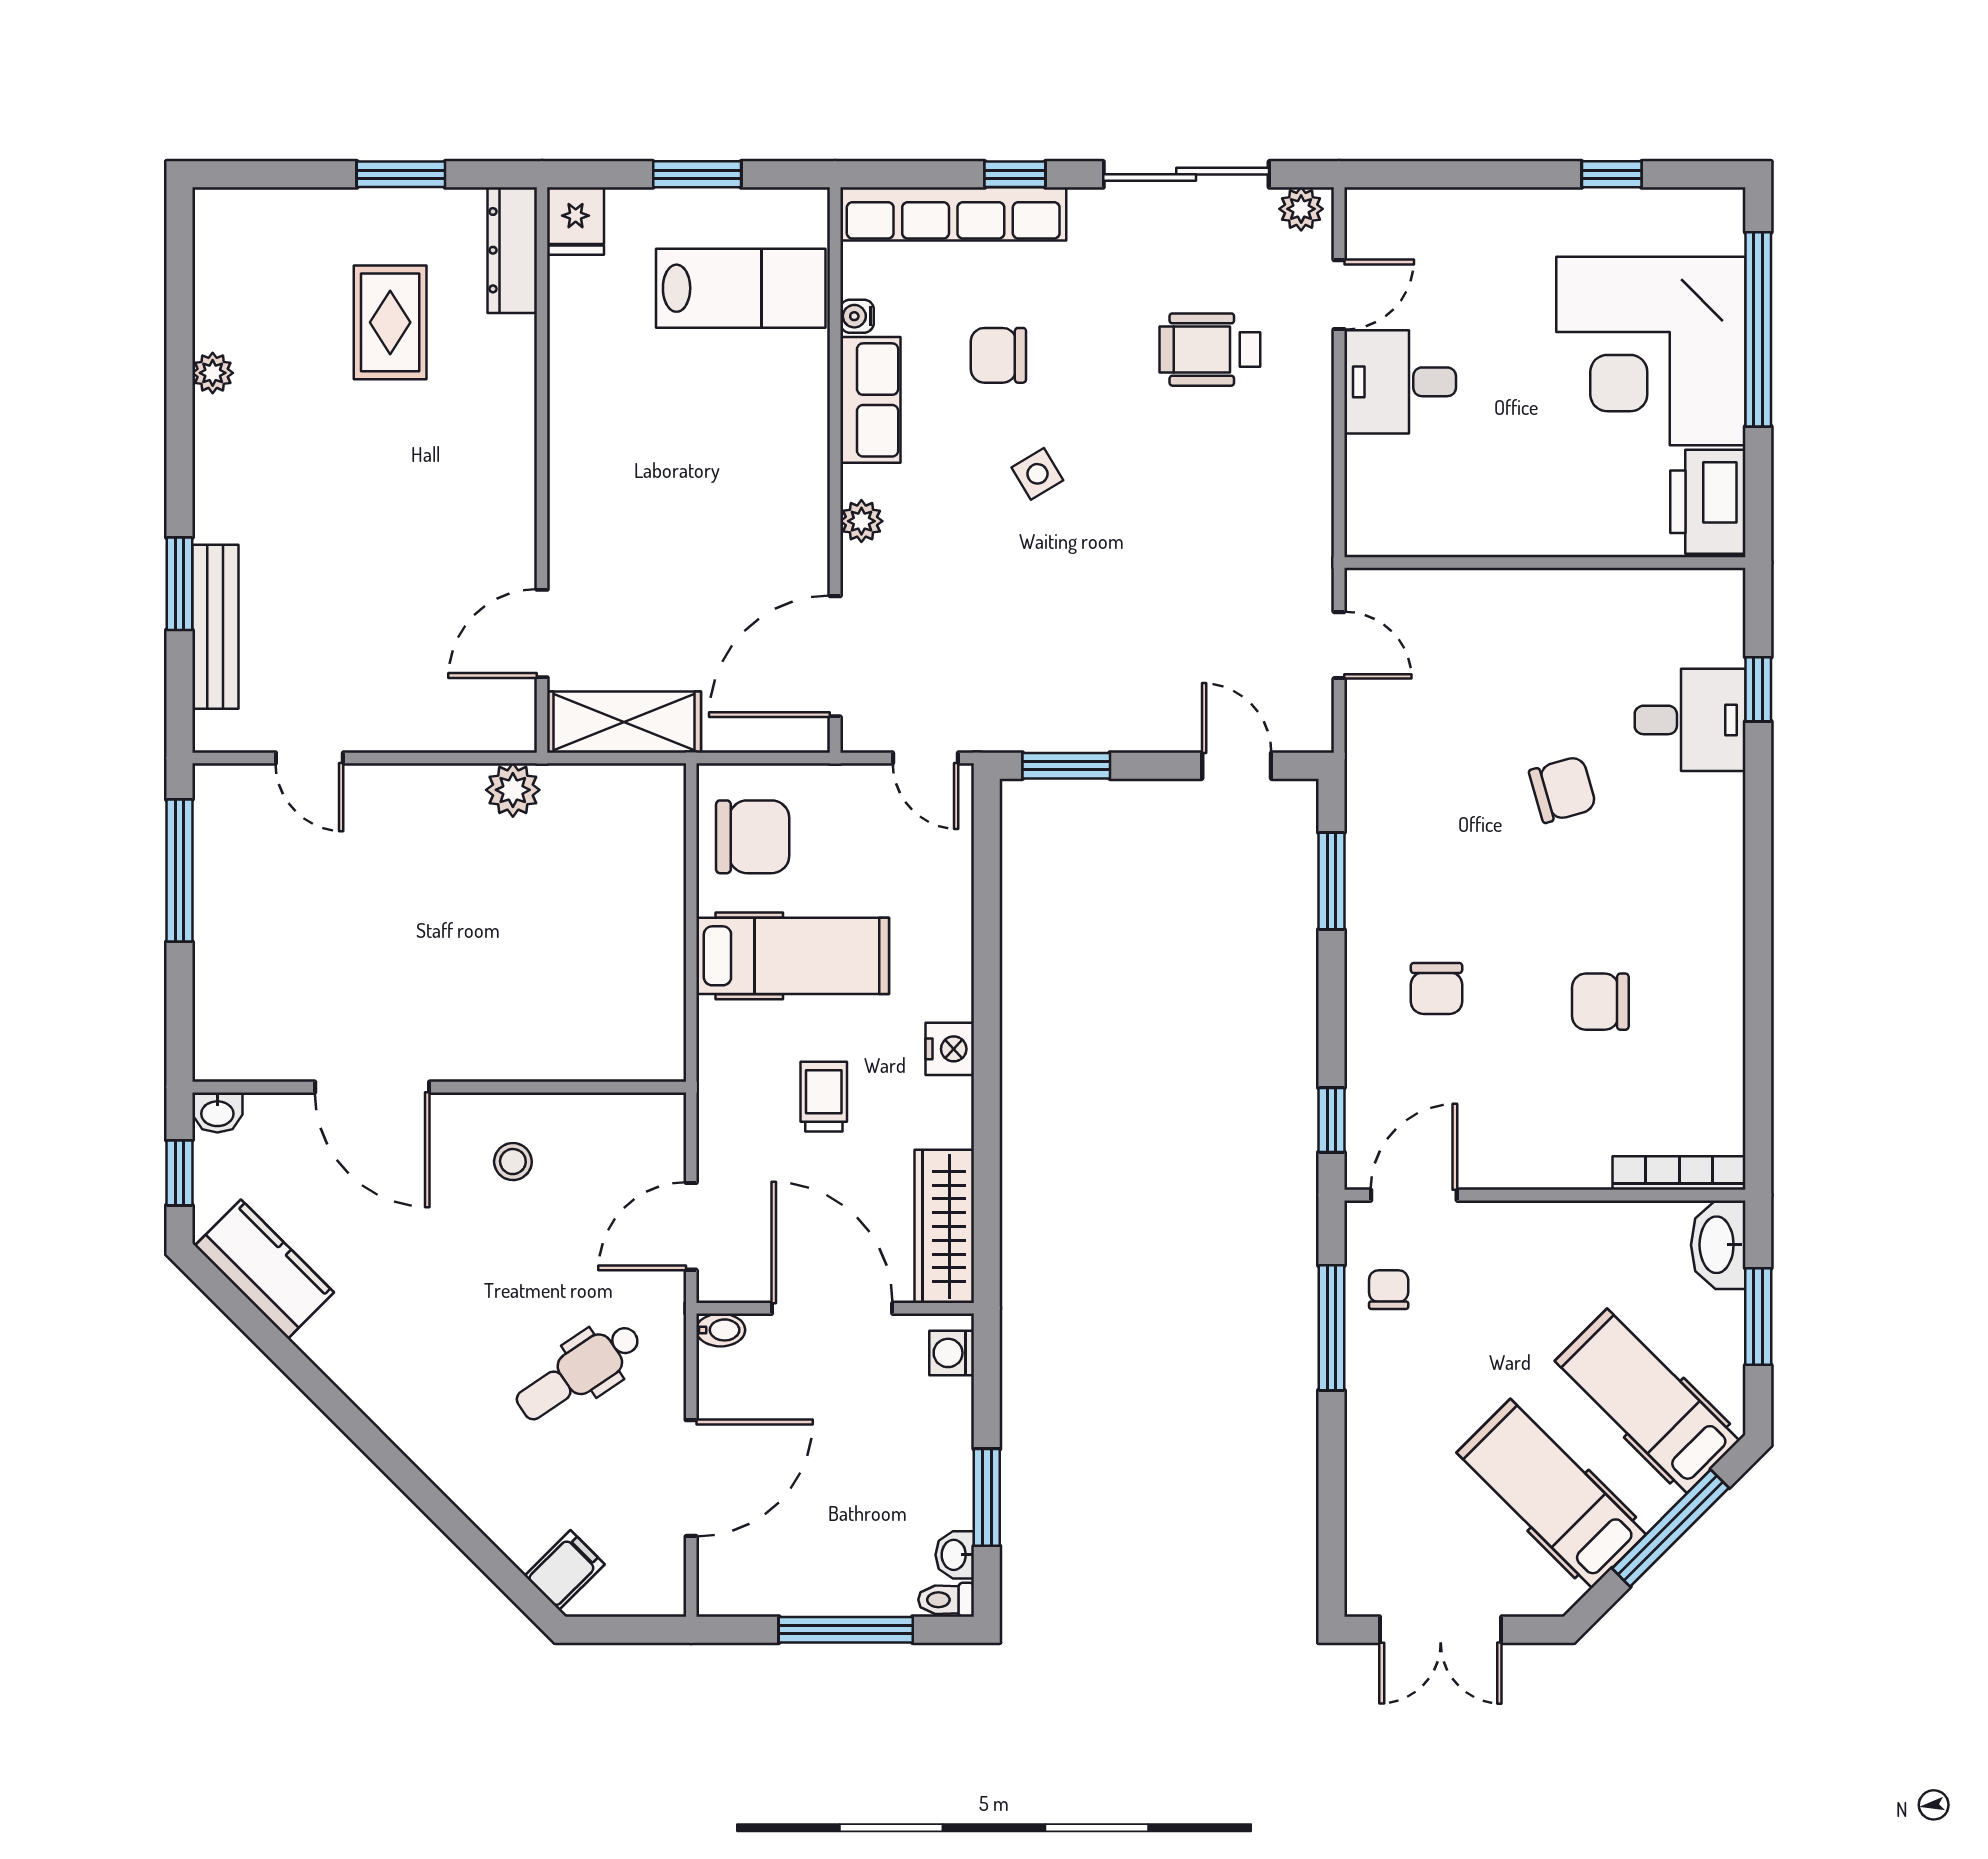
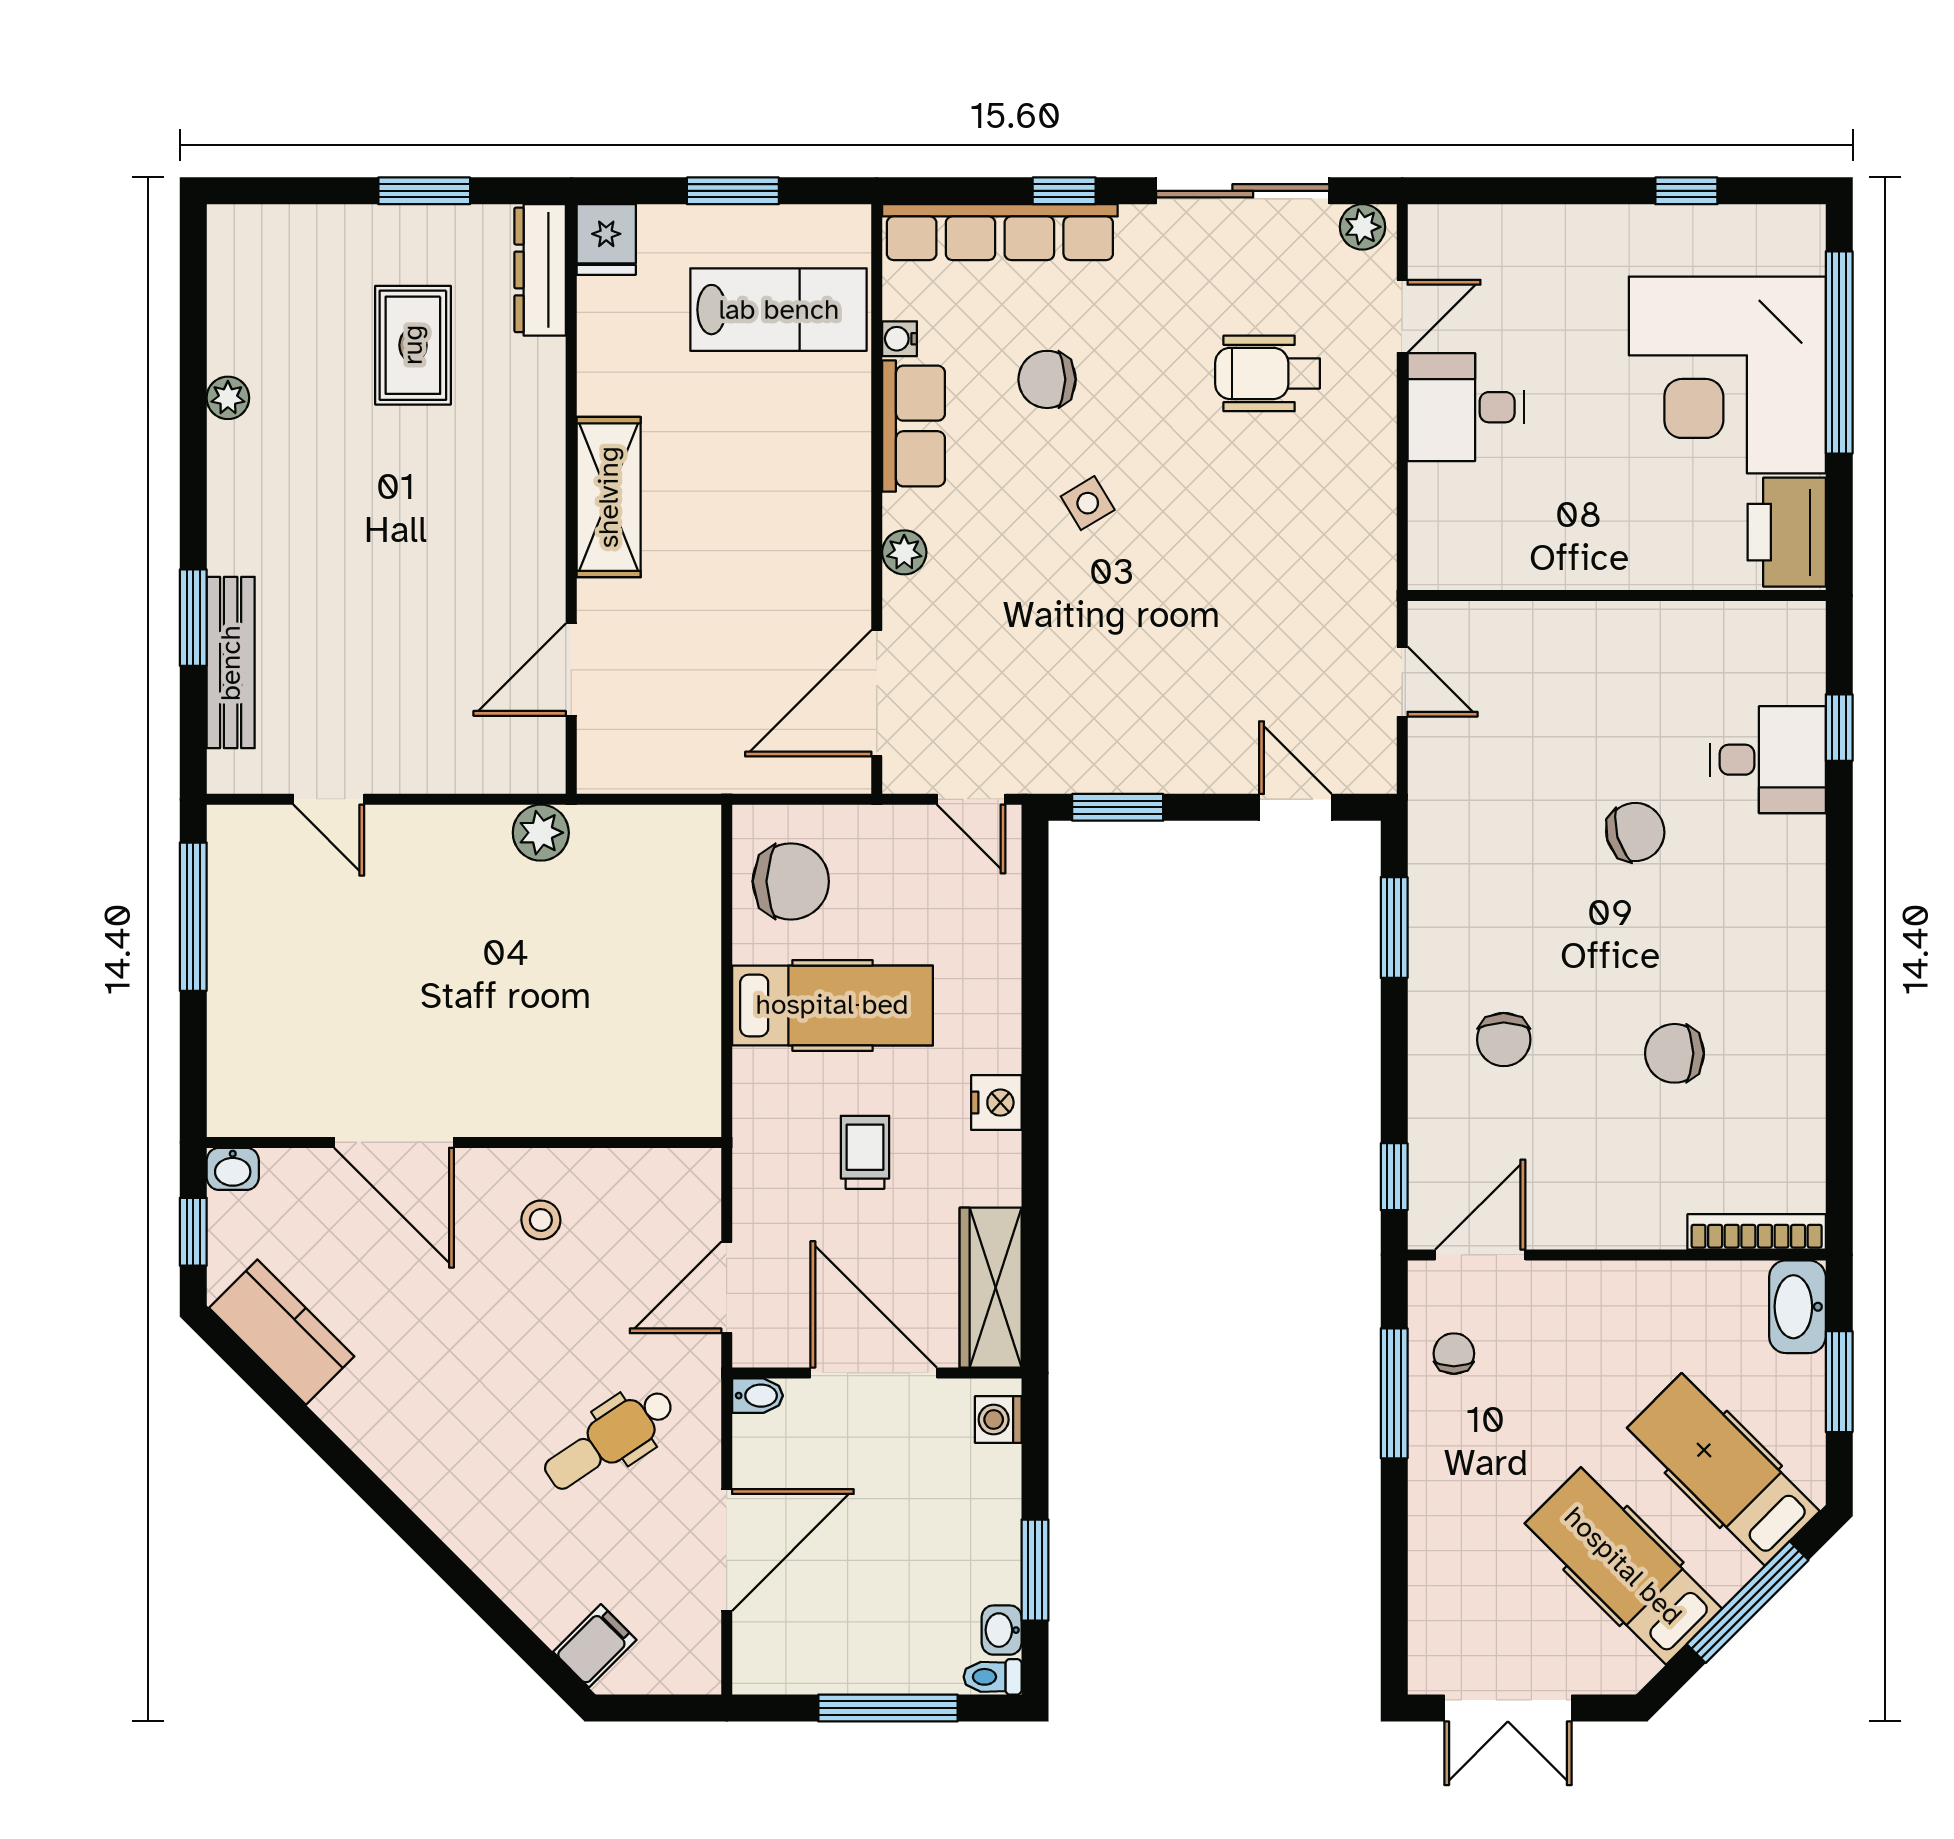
shelving: (624, 722) -> (609, 497), moved, turned 90

